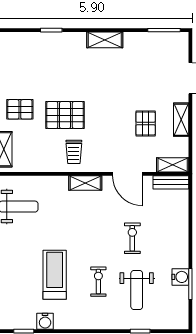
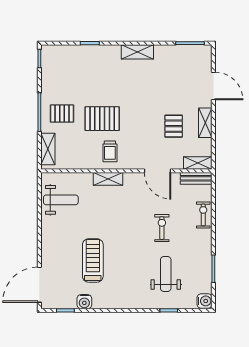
shelving: (85, 183) -> (108, 179), moved
water cooler: (180, 277) -> (205, 301), moved
exercise bike: (98, 282) -> (203, 215), moved
weight bench: (137, 290) -> (166, 274), turned 180

